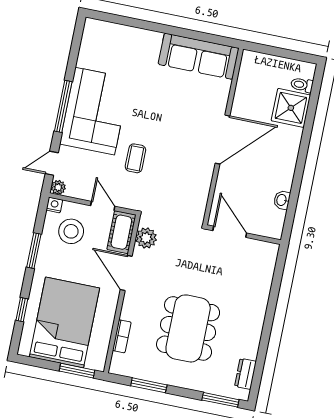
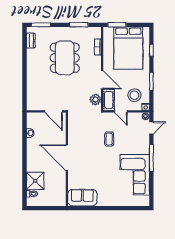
sofa: (199, 56) -> (82, 198), width x0.73
corner sofa: (95, 111) -> (135, 175), moved
door: (222, 140) -> (67, 158), hinge flipped

